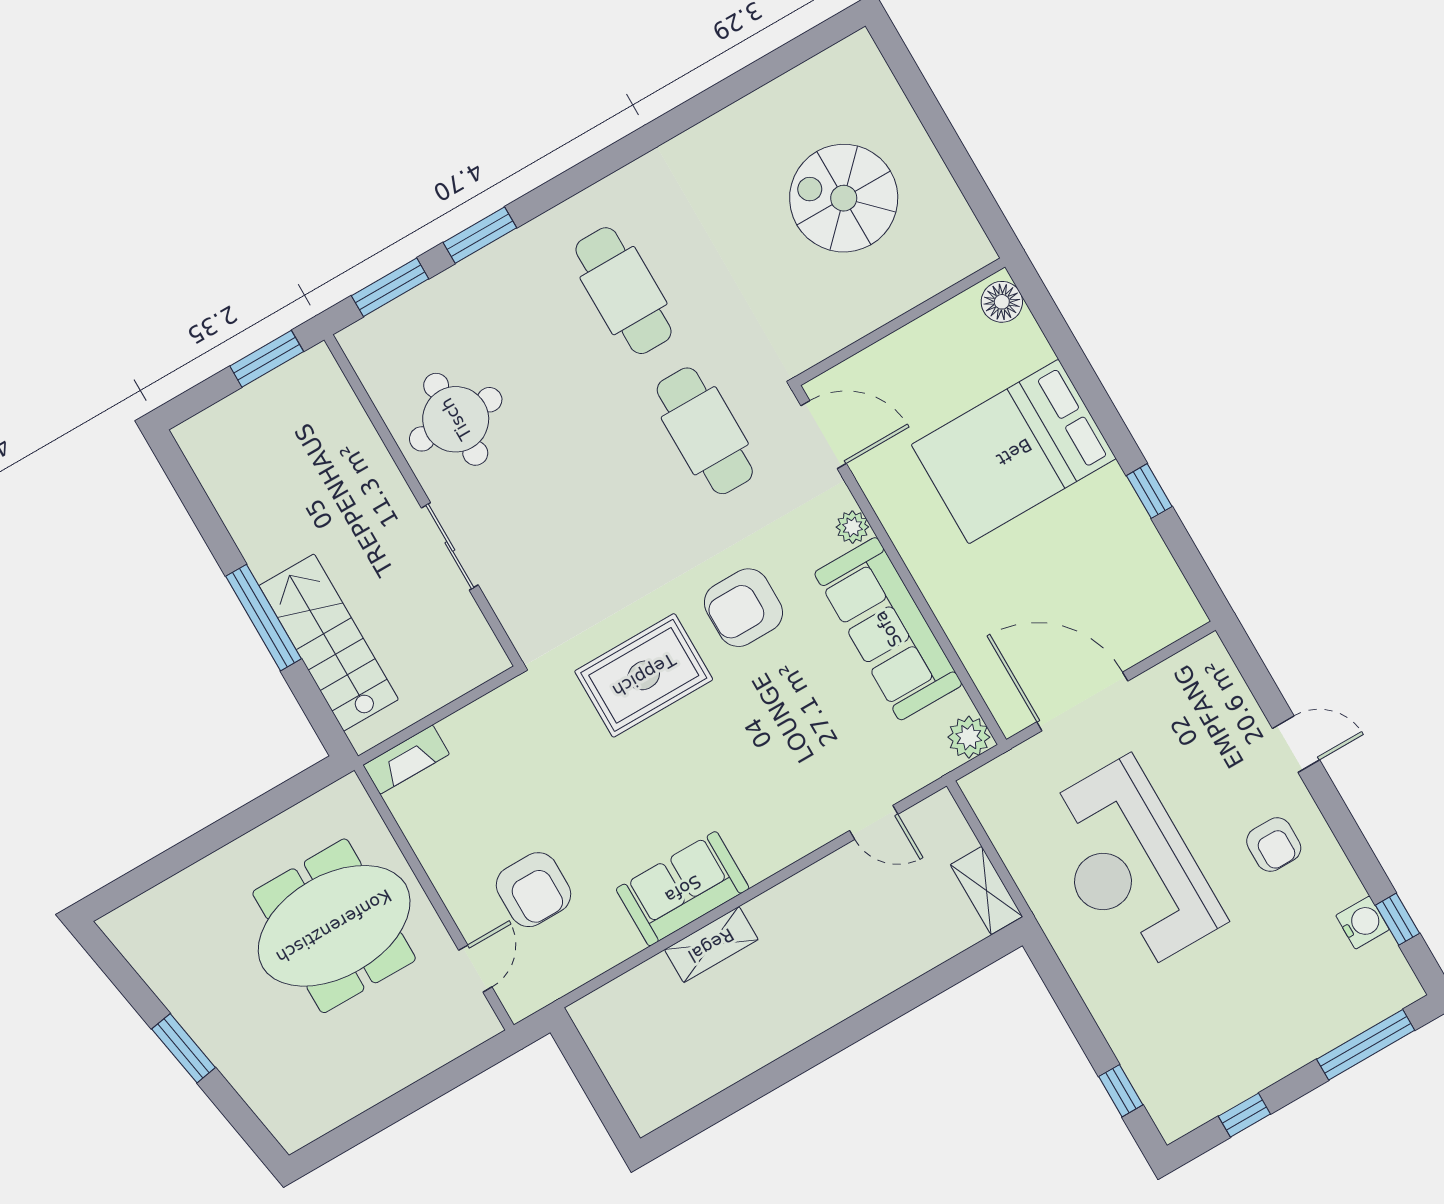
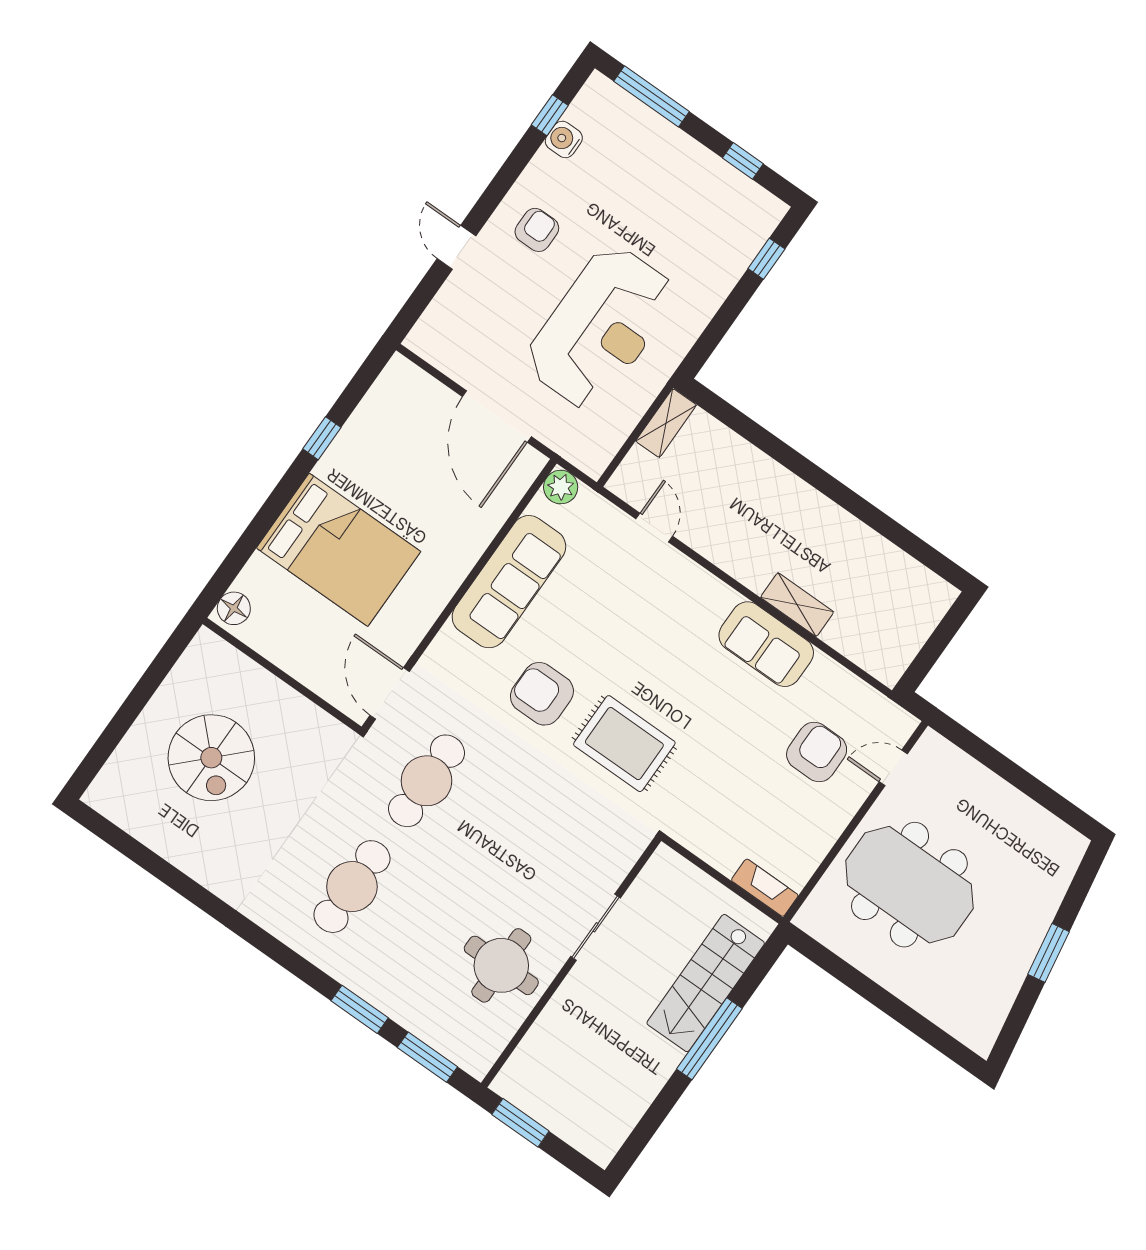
plant: (852, 527) -> (447, 642), removed
armchair: (743, 608) -> (542, 694), turned 180

